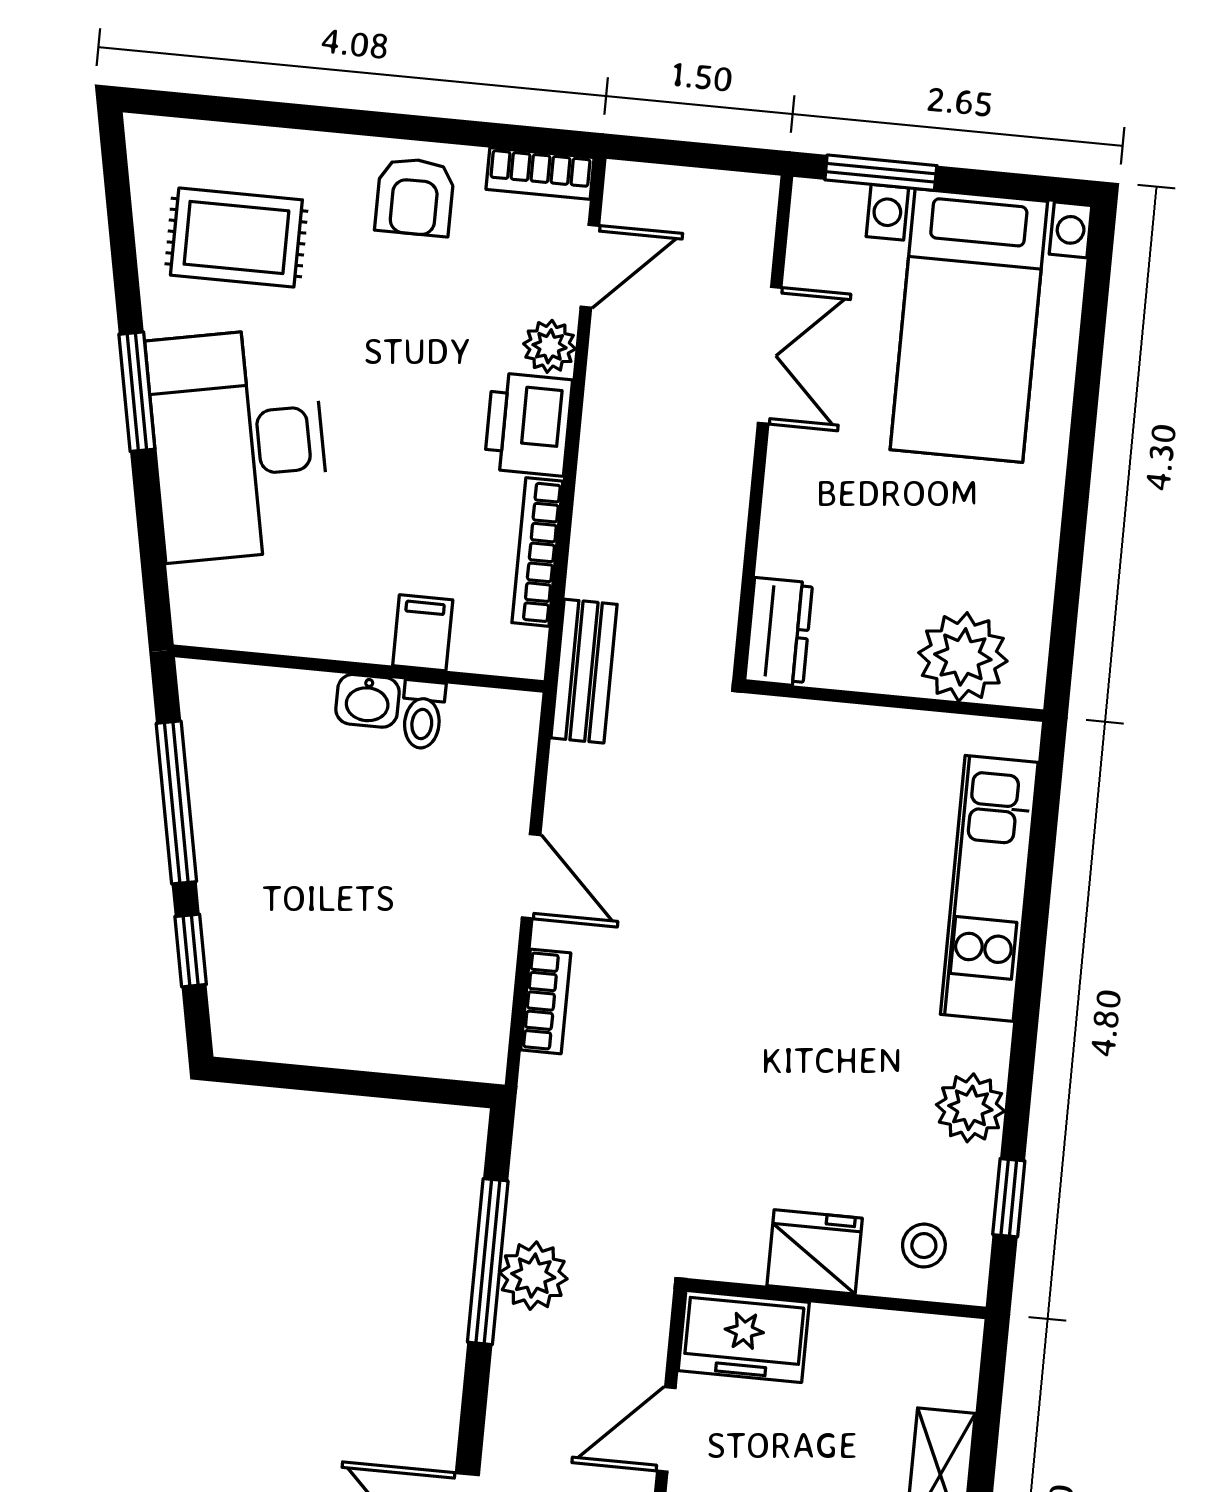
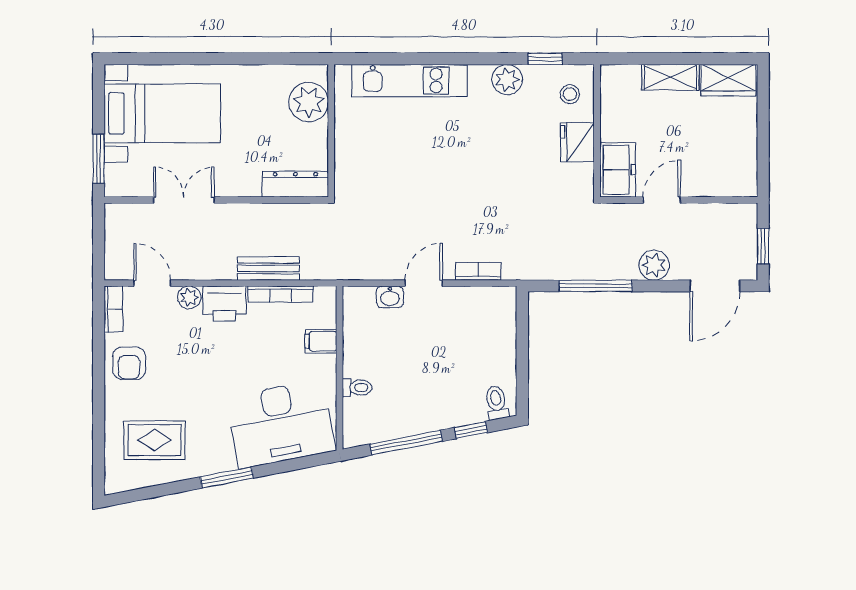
armchair: (415, 197) -> (129, 363), turned 90
rug: (236, 237) -> (155, 440), turned 90
desk: (239, 444) -> (281, 424), moved
dresser: (779, 632) -> (295, 184), width x1.44
bench: (584, 671) -> (268, 268), moved
washbasin: (368, 701) -> (390, 297), moved, turned 90
toilet: (423, 715) -> (357, 388), moved
toilet: (247, 1014) -> (496, 403), added
plant: (533, 1276) -> (654, 265), moved
door: (666, 1429) -> (662, 200), swing flipped

